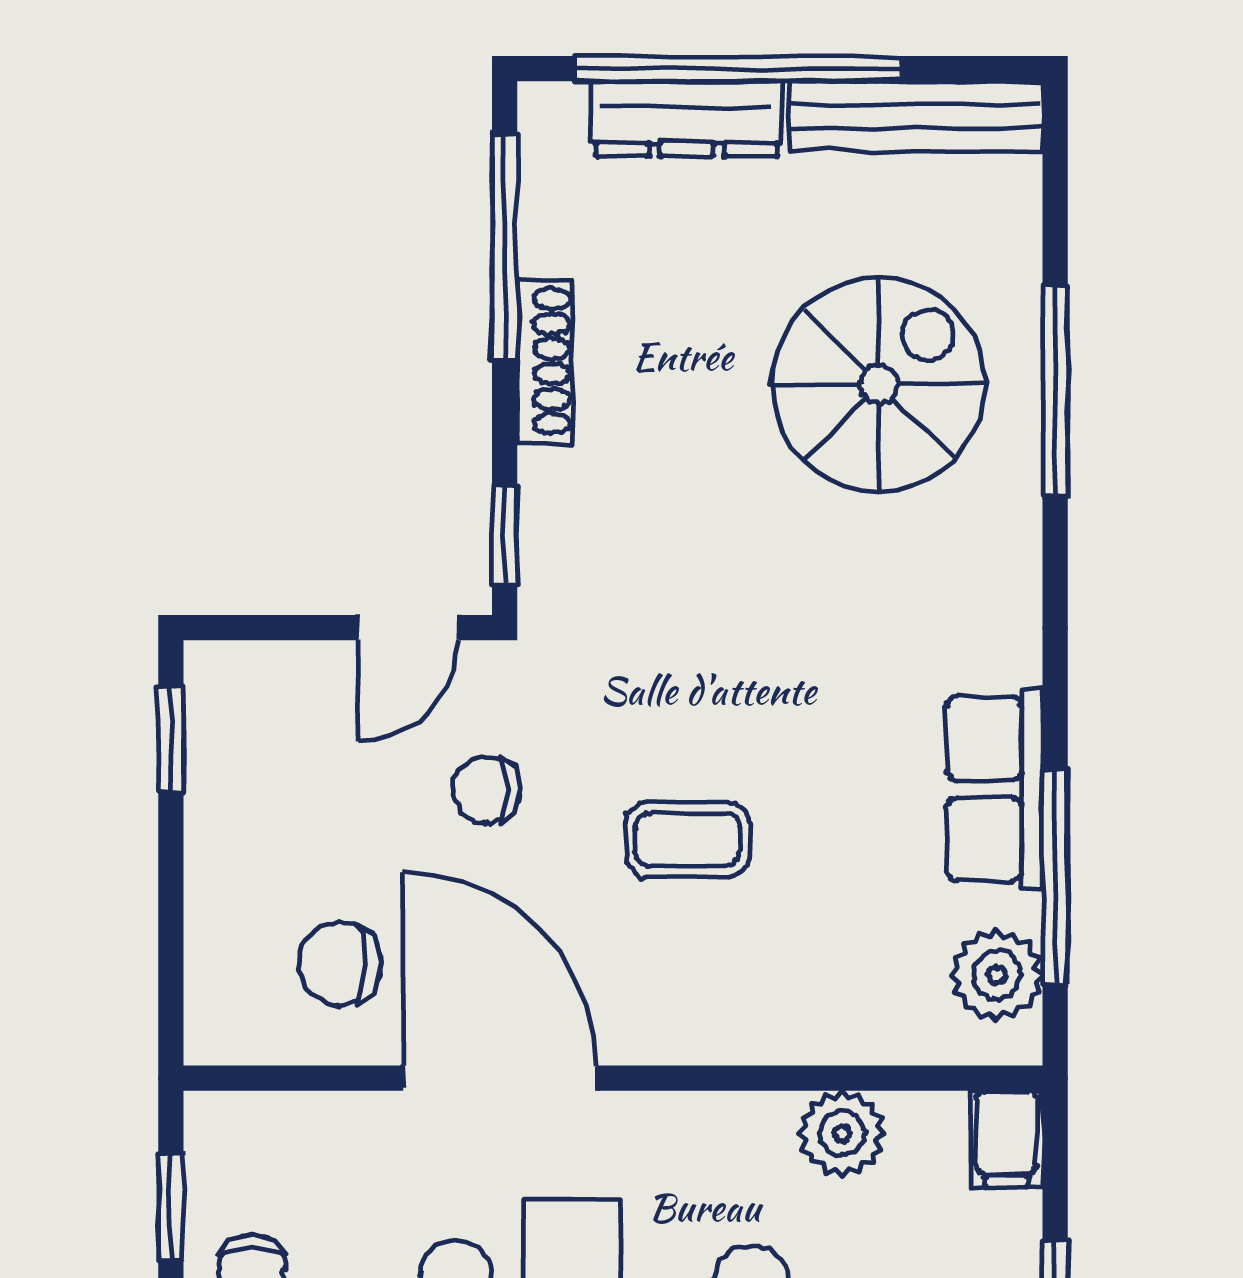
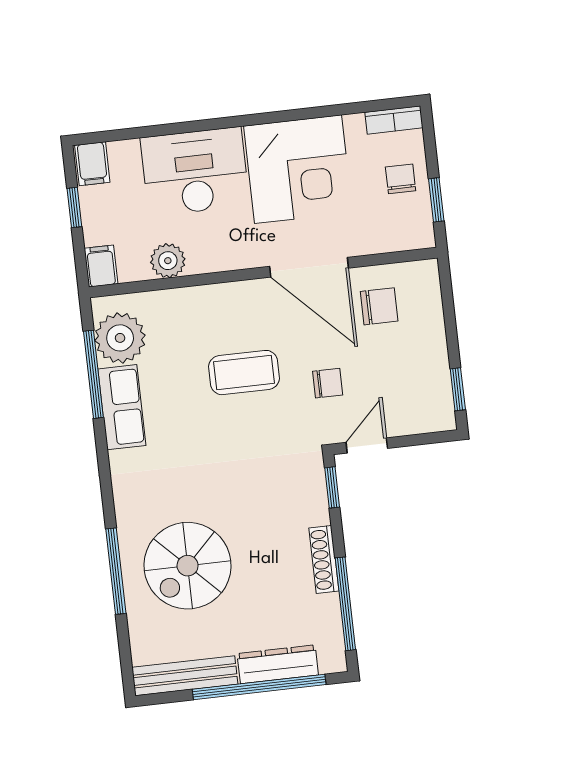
coffee table: (688, 840) -> (244, 373), width x1.36, depth x1.30
plant: (997, 975) -> (120, 338), width x1.36, depth x1.36

